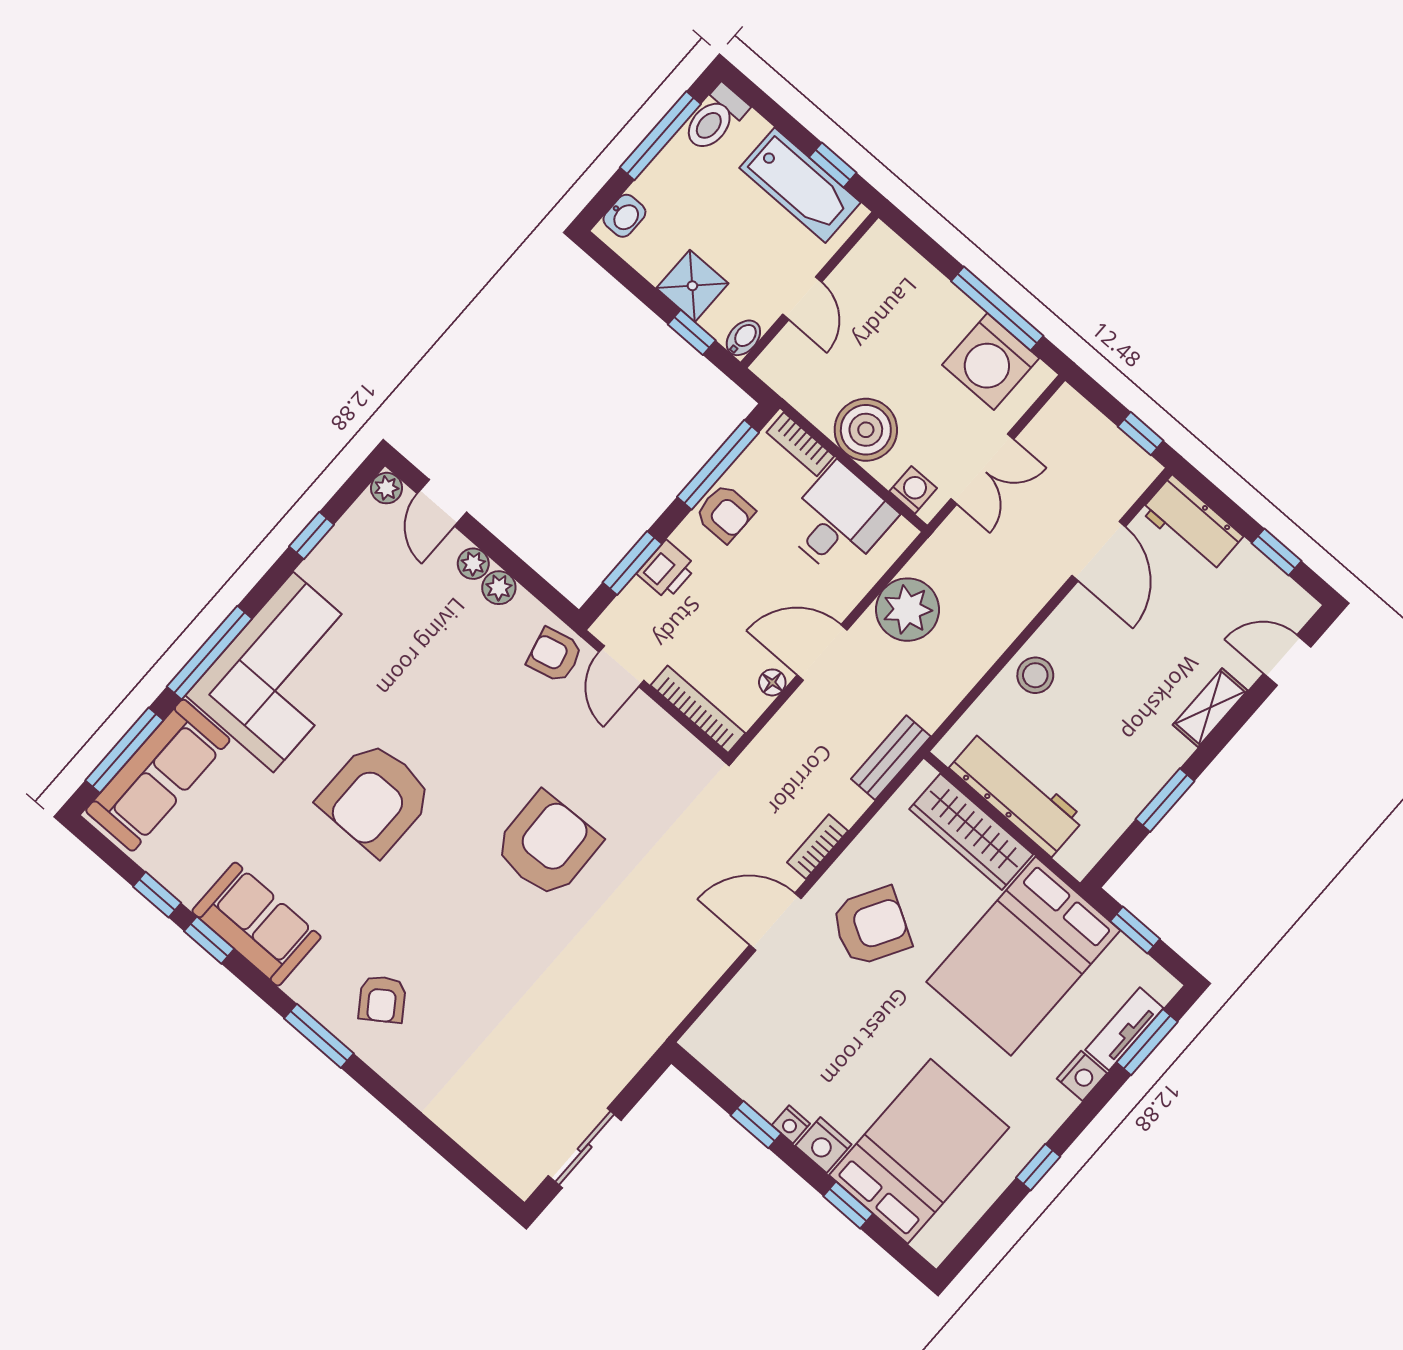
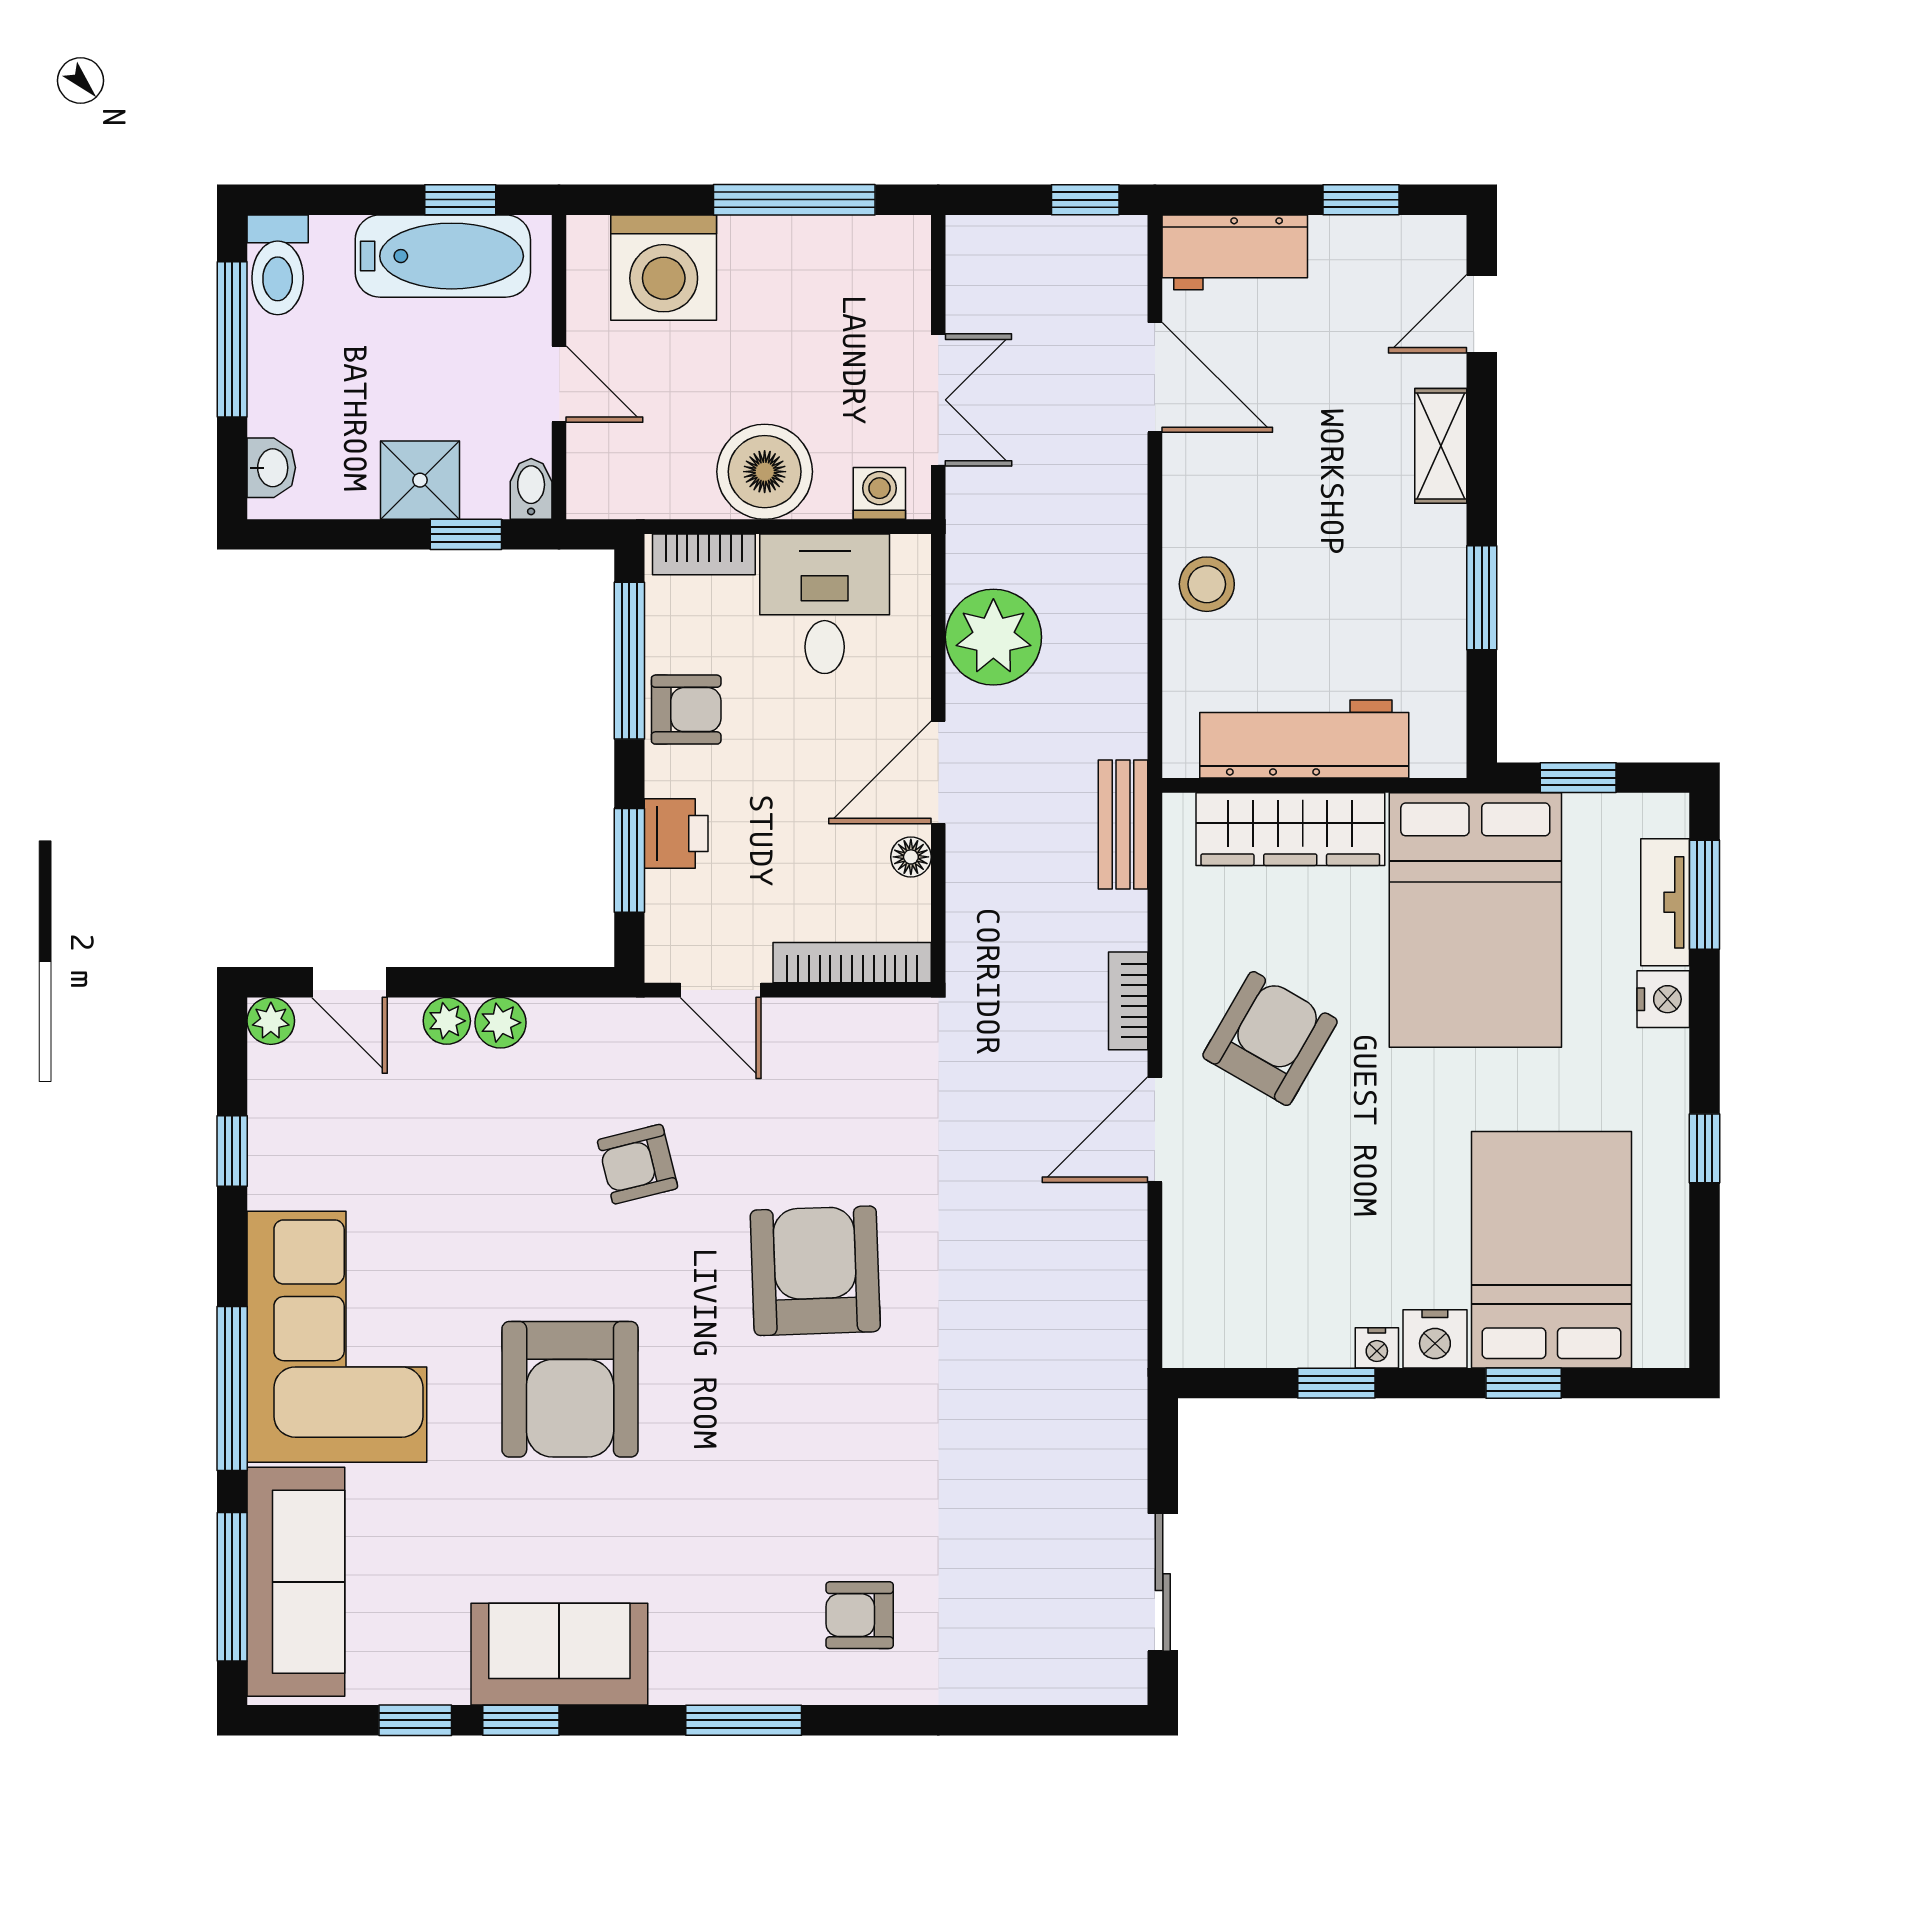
washing machine: (991, 361) -> (664, 268), moved
armchair: (555, 655) -> (638, 1164), moved
armchair: (382, 999) -> (860, 1615), moved, turned 125

